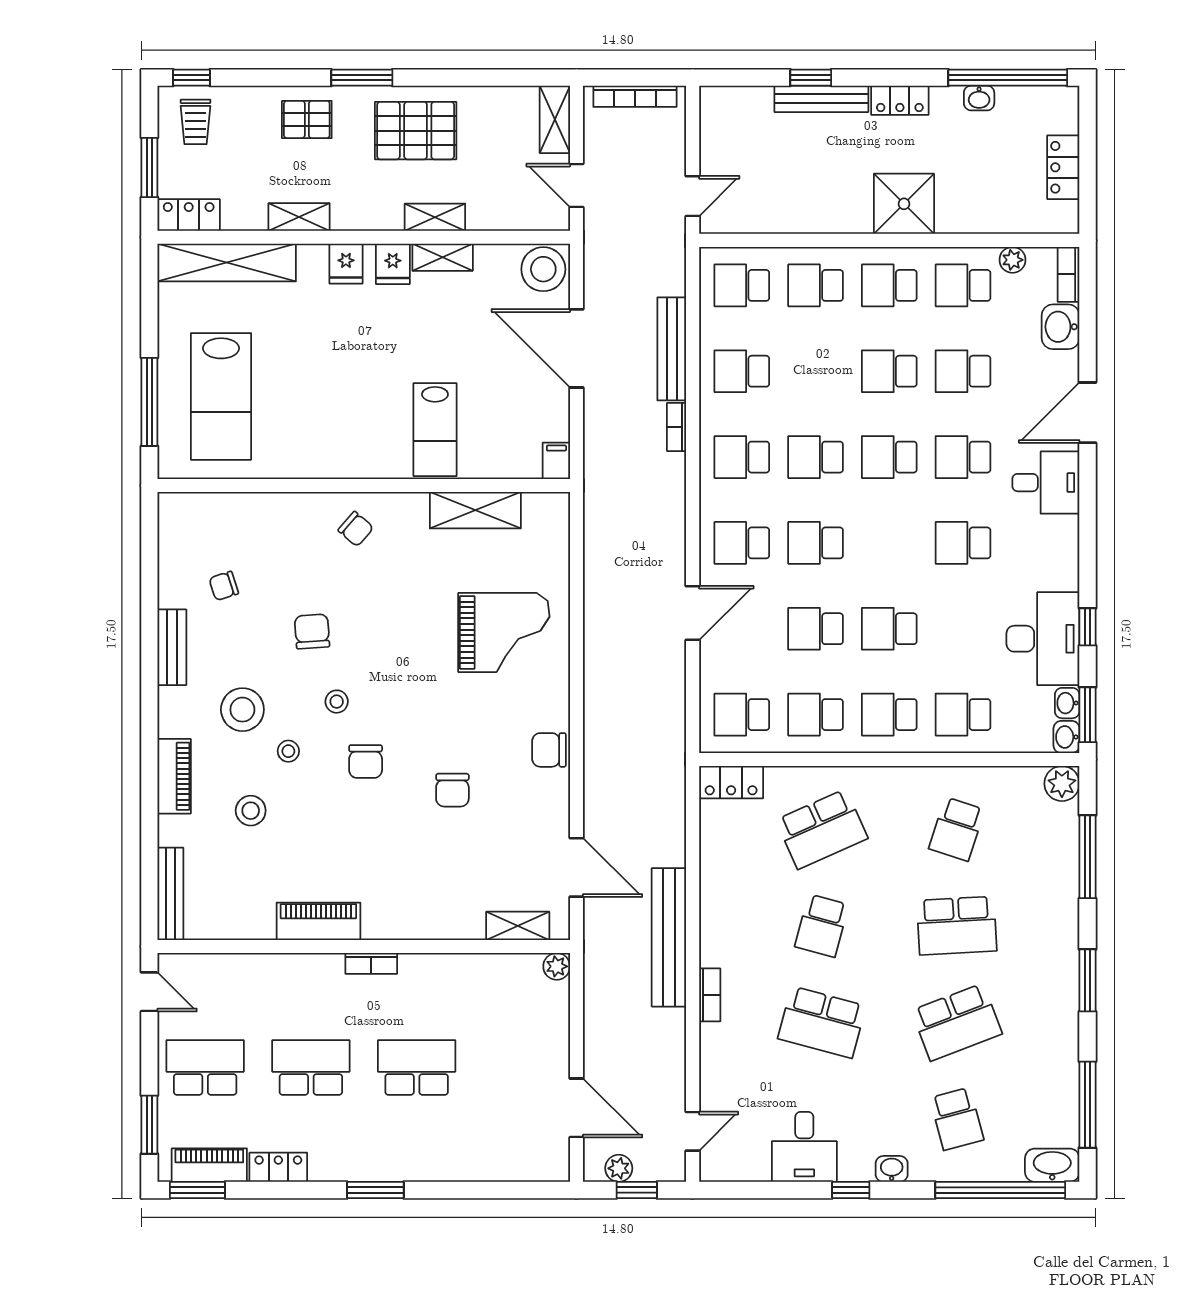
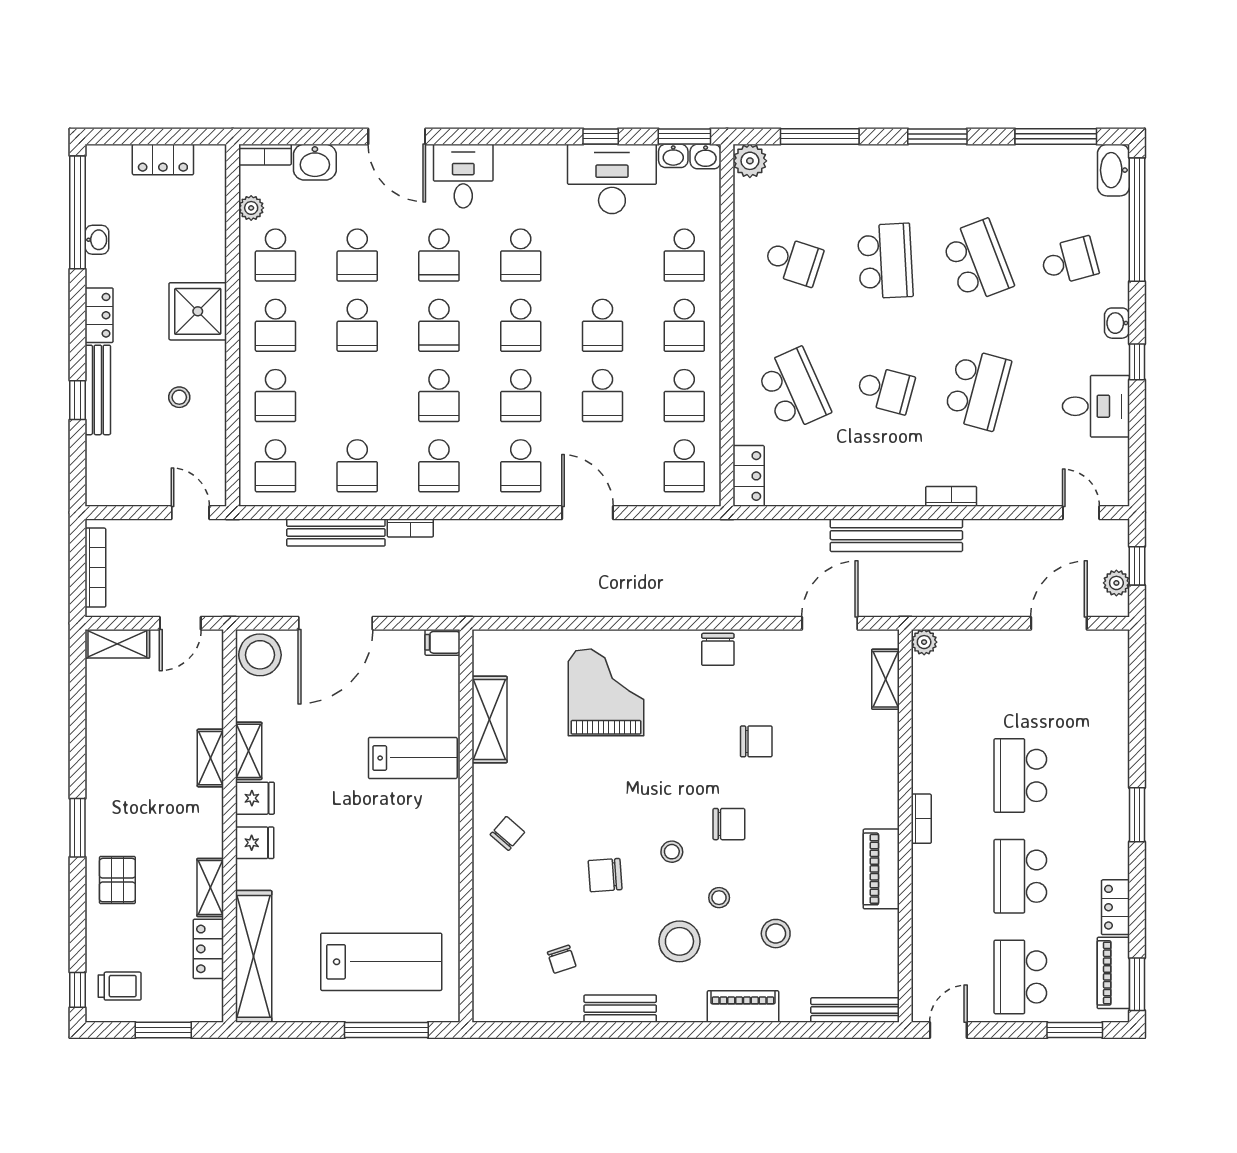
pallet: (416, 131) -> (128, 776), removed
stool: (814, 184) -> (179, 397), added
locker: (189, 215) -> (208, 949), moved
school desk: (889, 543) -> (521, 325), added

